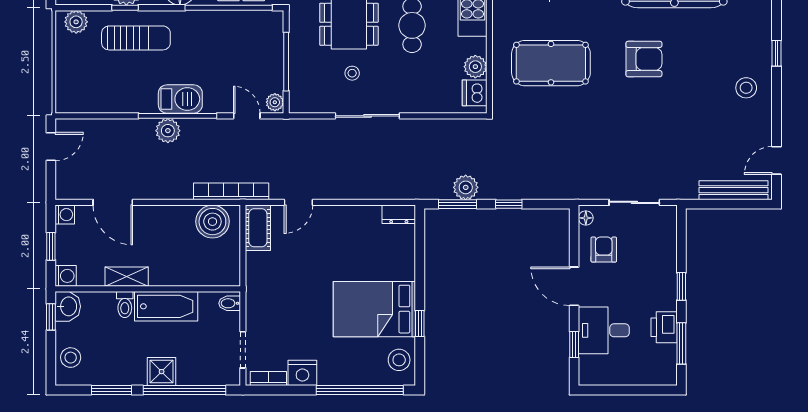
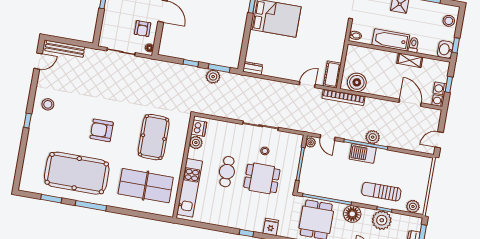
pool table: (551, 63) -> (154, 137), turned 90
washing machine: (66, 276) -> (440, 89), moved

